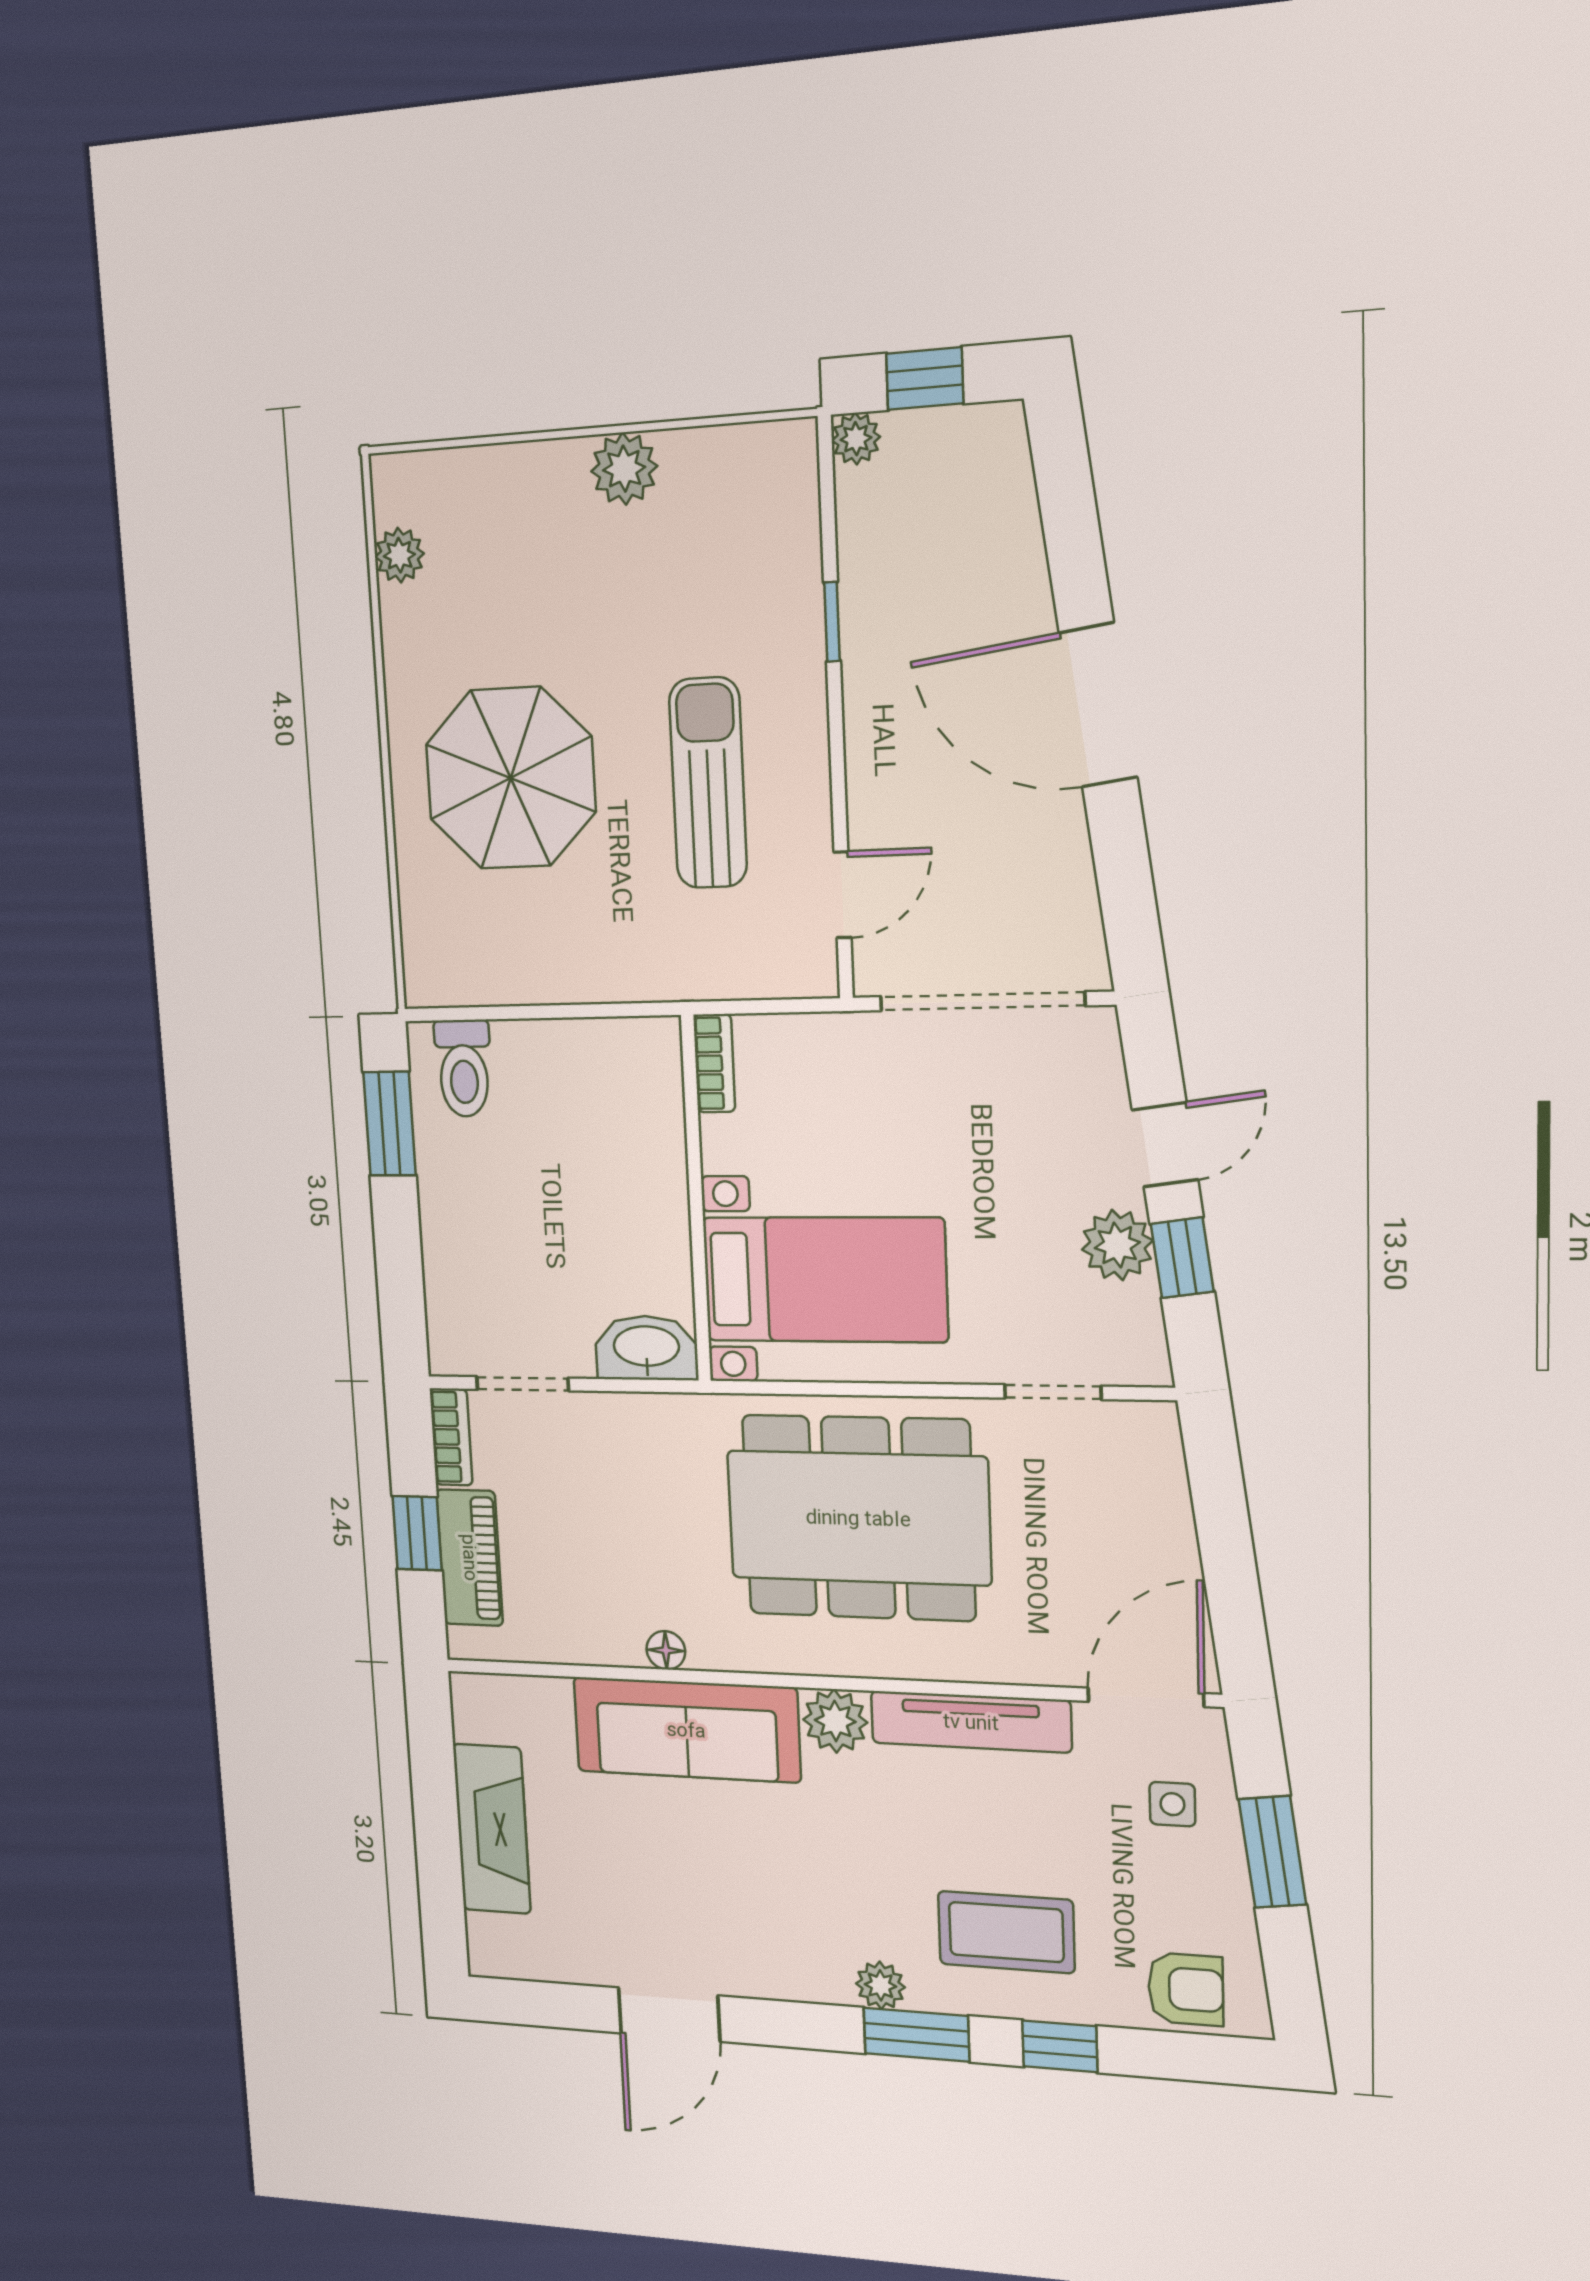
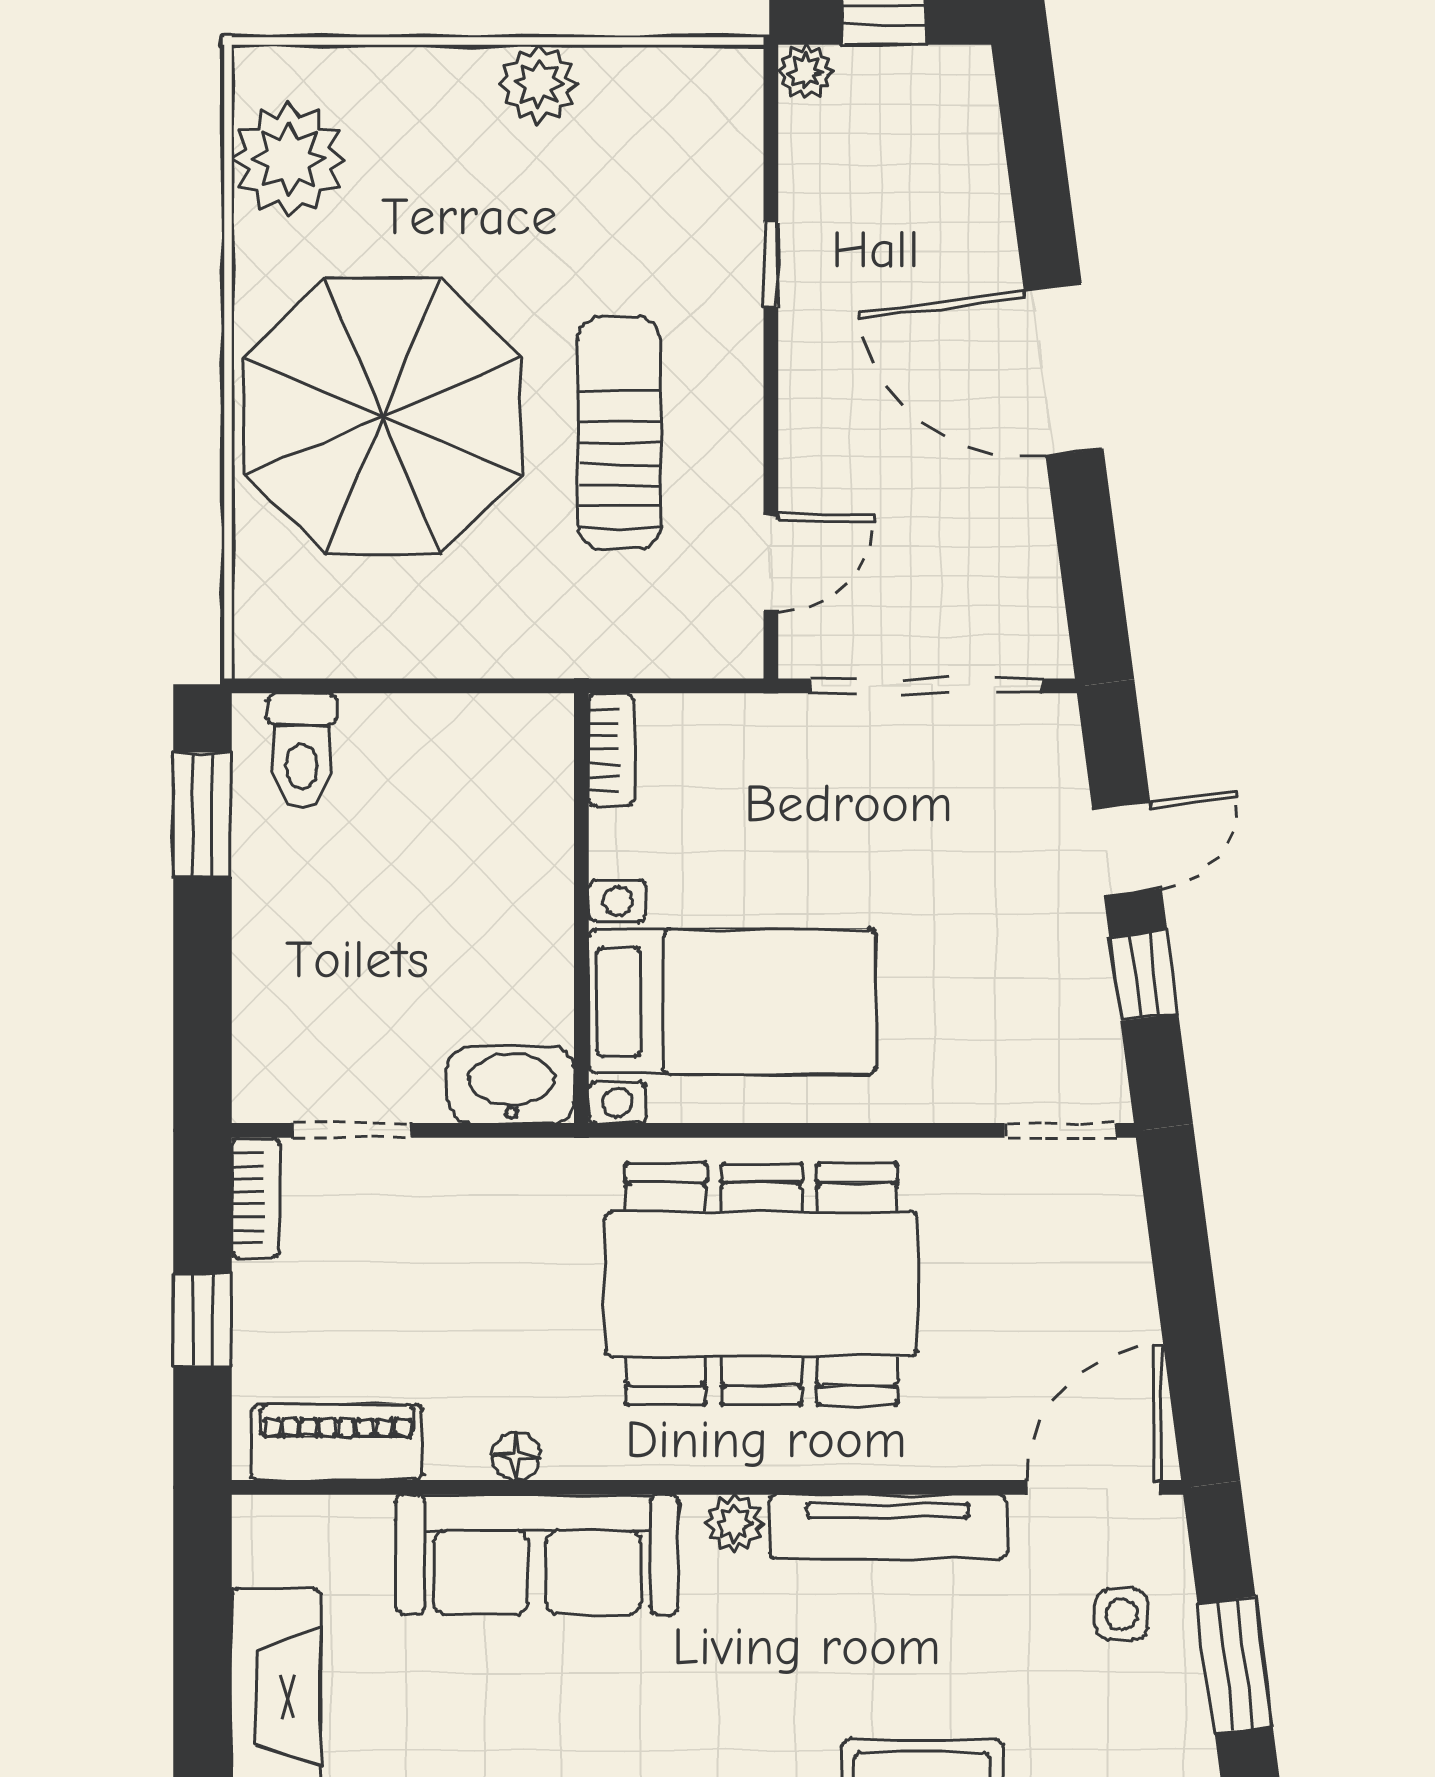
plant: (399, 555) -> (289, 159), width x1.87, depth x1.87
parasol: (511, 778) -> (382, 416), width x1.36, depth x1.36
plant: (1117, 1245) -> (1072, 961), removed
doorway: (1053, 1392) -> (1060, 1130), moved
piano: (470, 1558) -> (337, 1442), moved, turned -90
plant: (835, 1721) -> (734, 1523), width x0.73, depth x0.73

